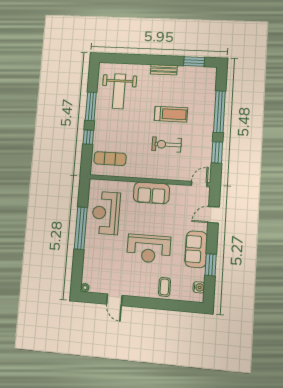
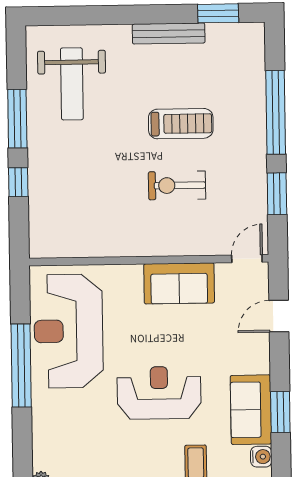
bench: (164, 70) -> (169, 34), width x1.36
exercise mat: (110, 159) -> (67, 222), removed
sofa: (151, 193) -> (179, 283), moved
reception desk: (106, 213) -> (68, 331), width x1.36, depth x1.30
reception desk: (149, 249) -> (159, 393), turned 180
sofa: (196, 249) -> (251, 410), moved

